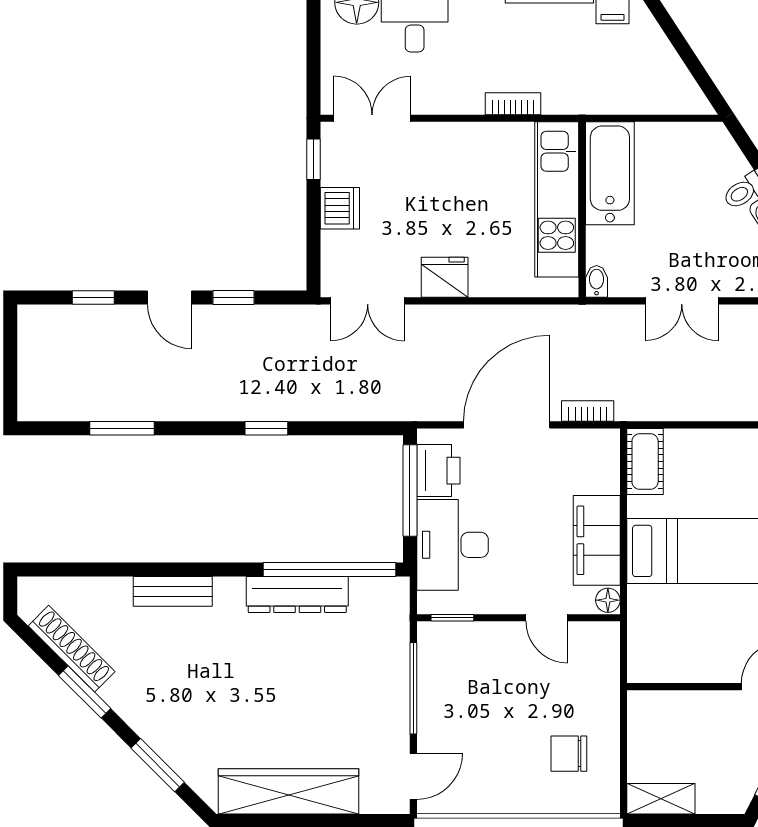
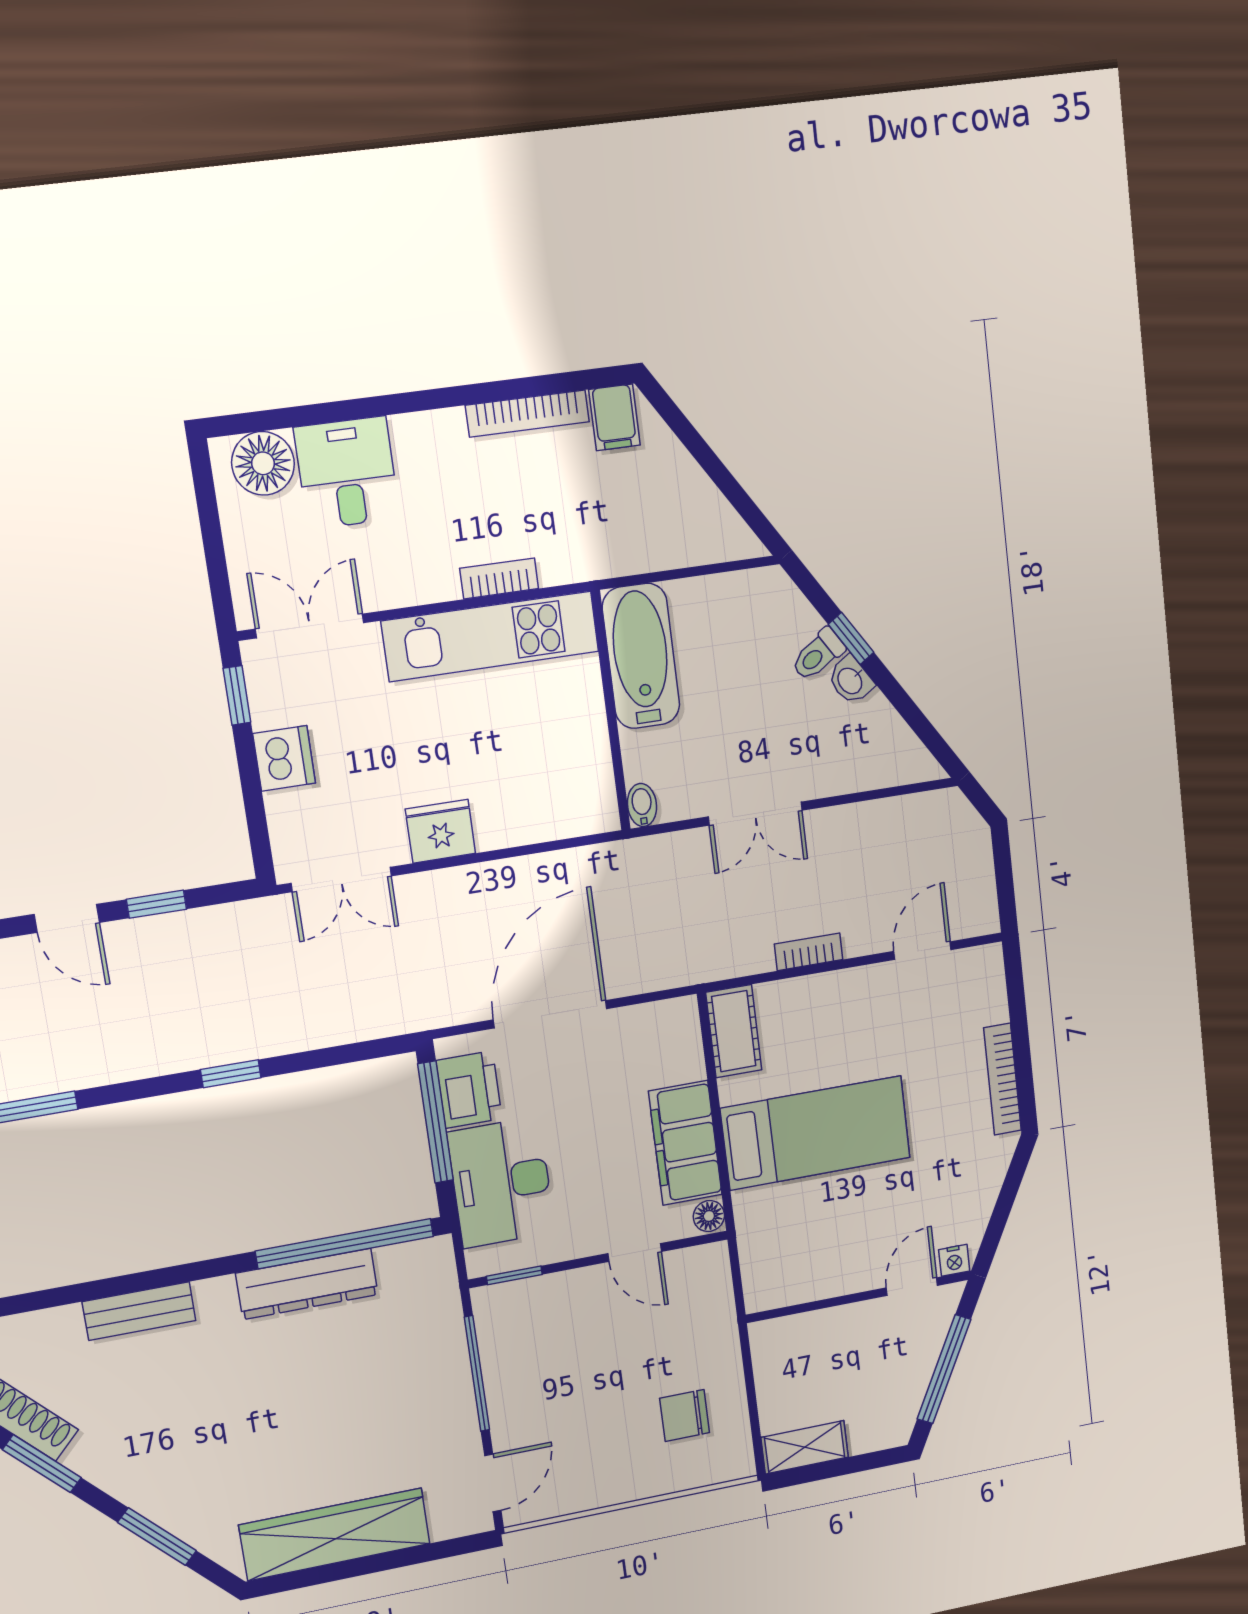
kitchen unit: (557, 199) -> (491, 636), moved, turned -90
bookcase: (588, 411) -> (809, 952), moved

